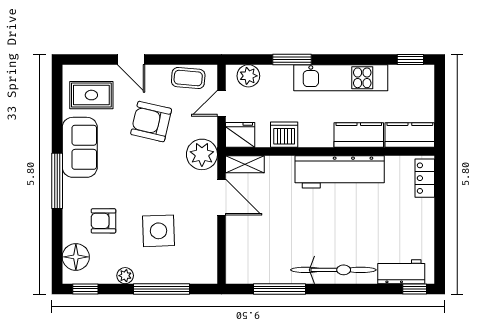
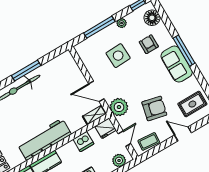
sofa: (80, 147) -> (177, 64), moved
armchair: (103, 221) -> (149, 44), turned -90
window: (280, 289) -> (26, 70), moved

